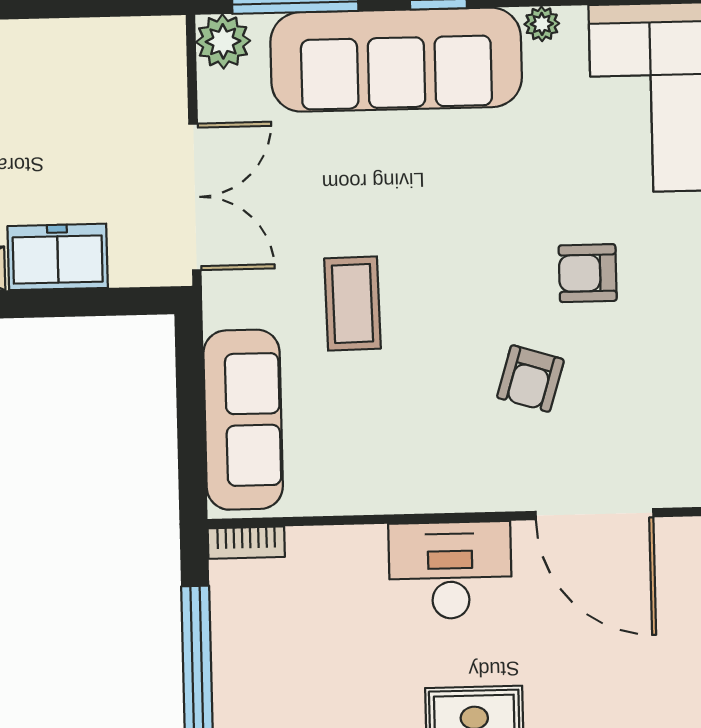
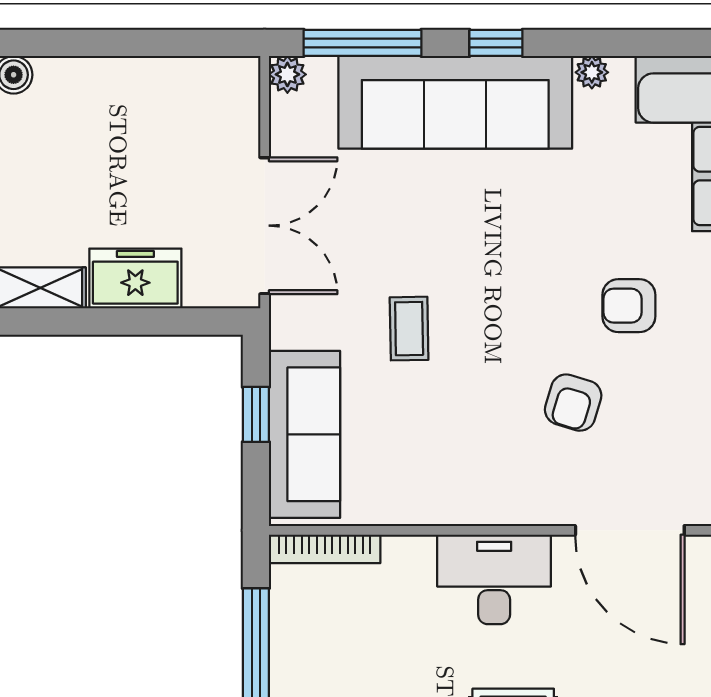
plant: (223, 41) -> (287, 74), width x0.73, depth x0.73
coffee table: (353, 303) -> (409, 329), width x0.73, depth x0.77
window: (191, 400) -> (256, 414), added
bookcase: (246, 543) -> (325, 549), width x1.56

